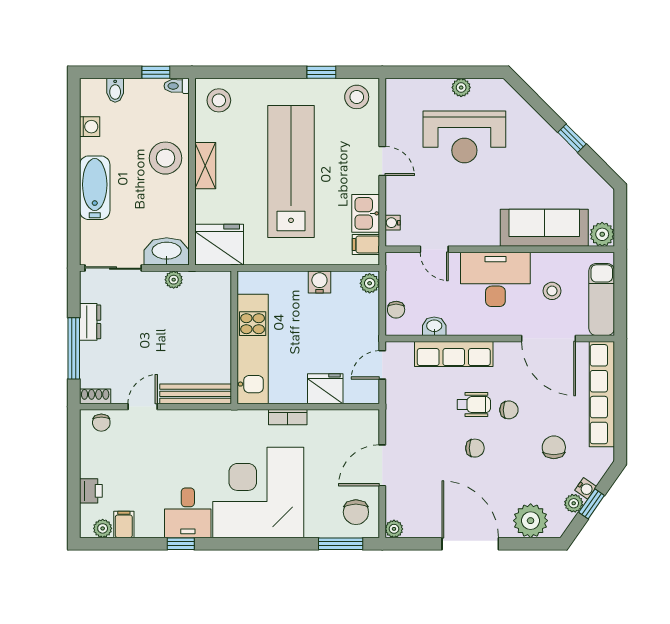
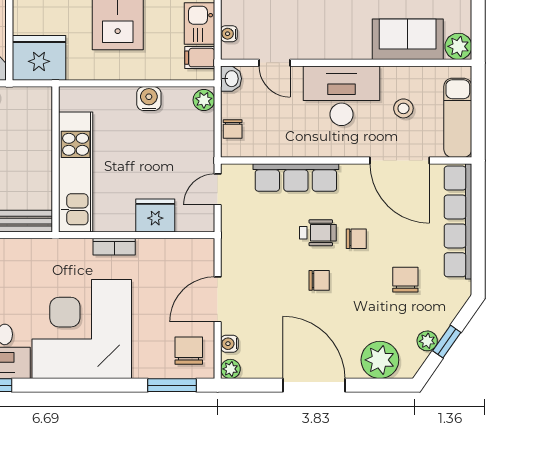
sofa: (544, 228) -> (408, 39), width x0.73
washbasin: (434, 326) -> (231, 79), moved, turned 90
water cooler: (586, 488) -> (229, 344), moved, turned 145
chair: (356, 512) -> (189, 351), turned 180

